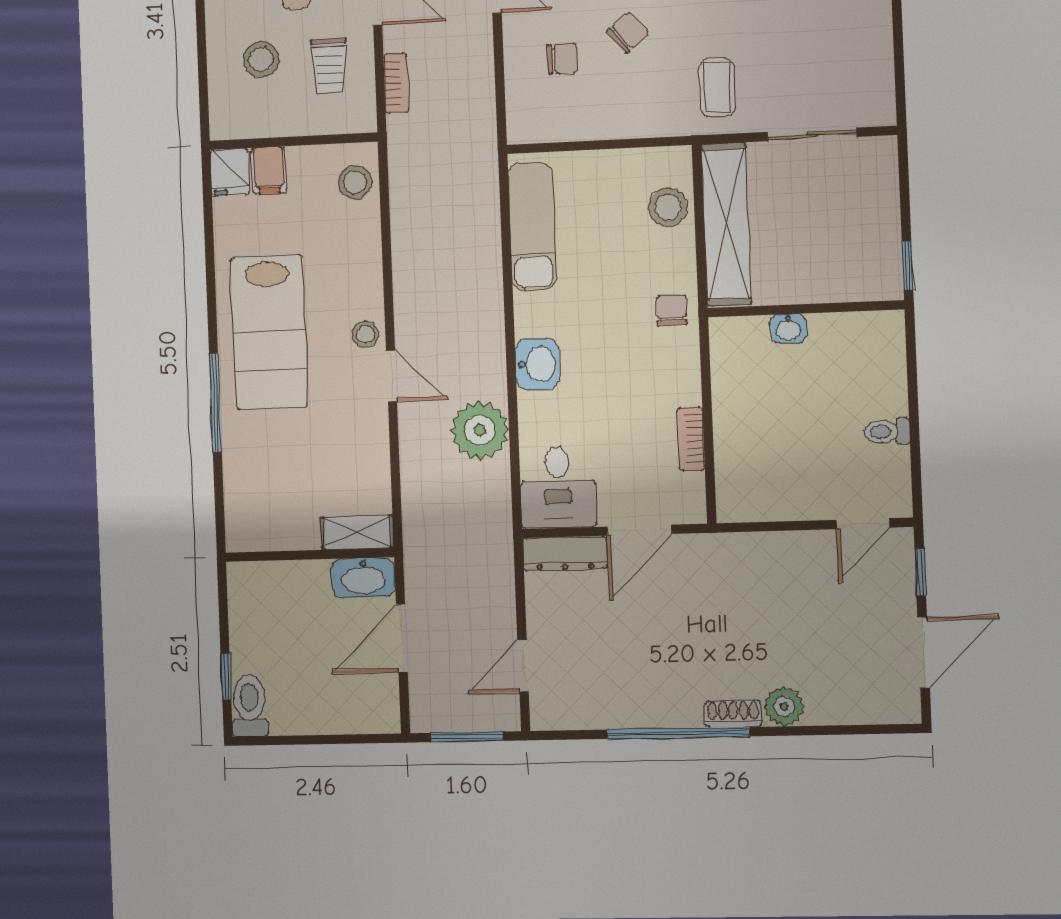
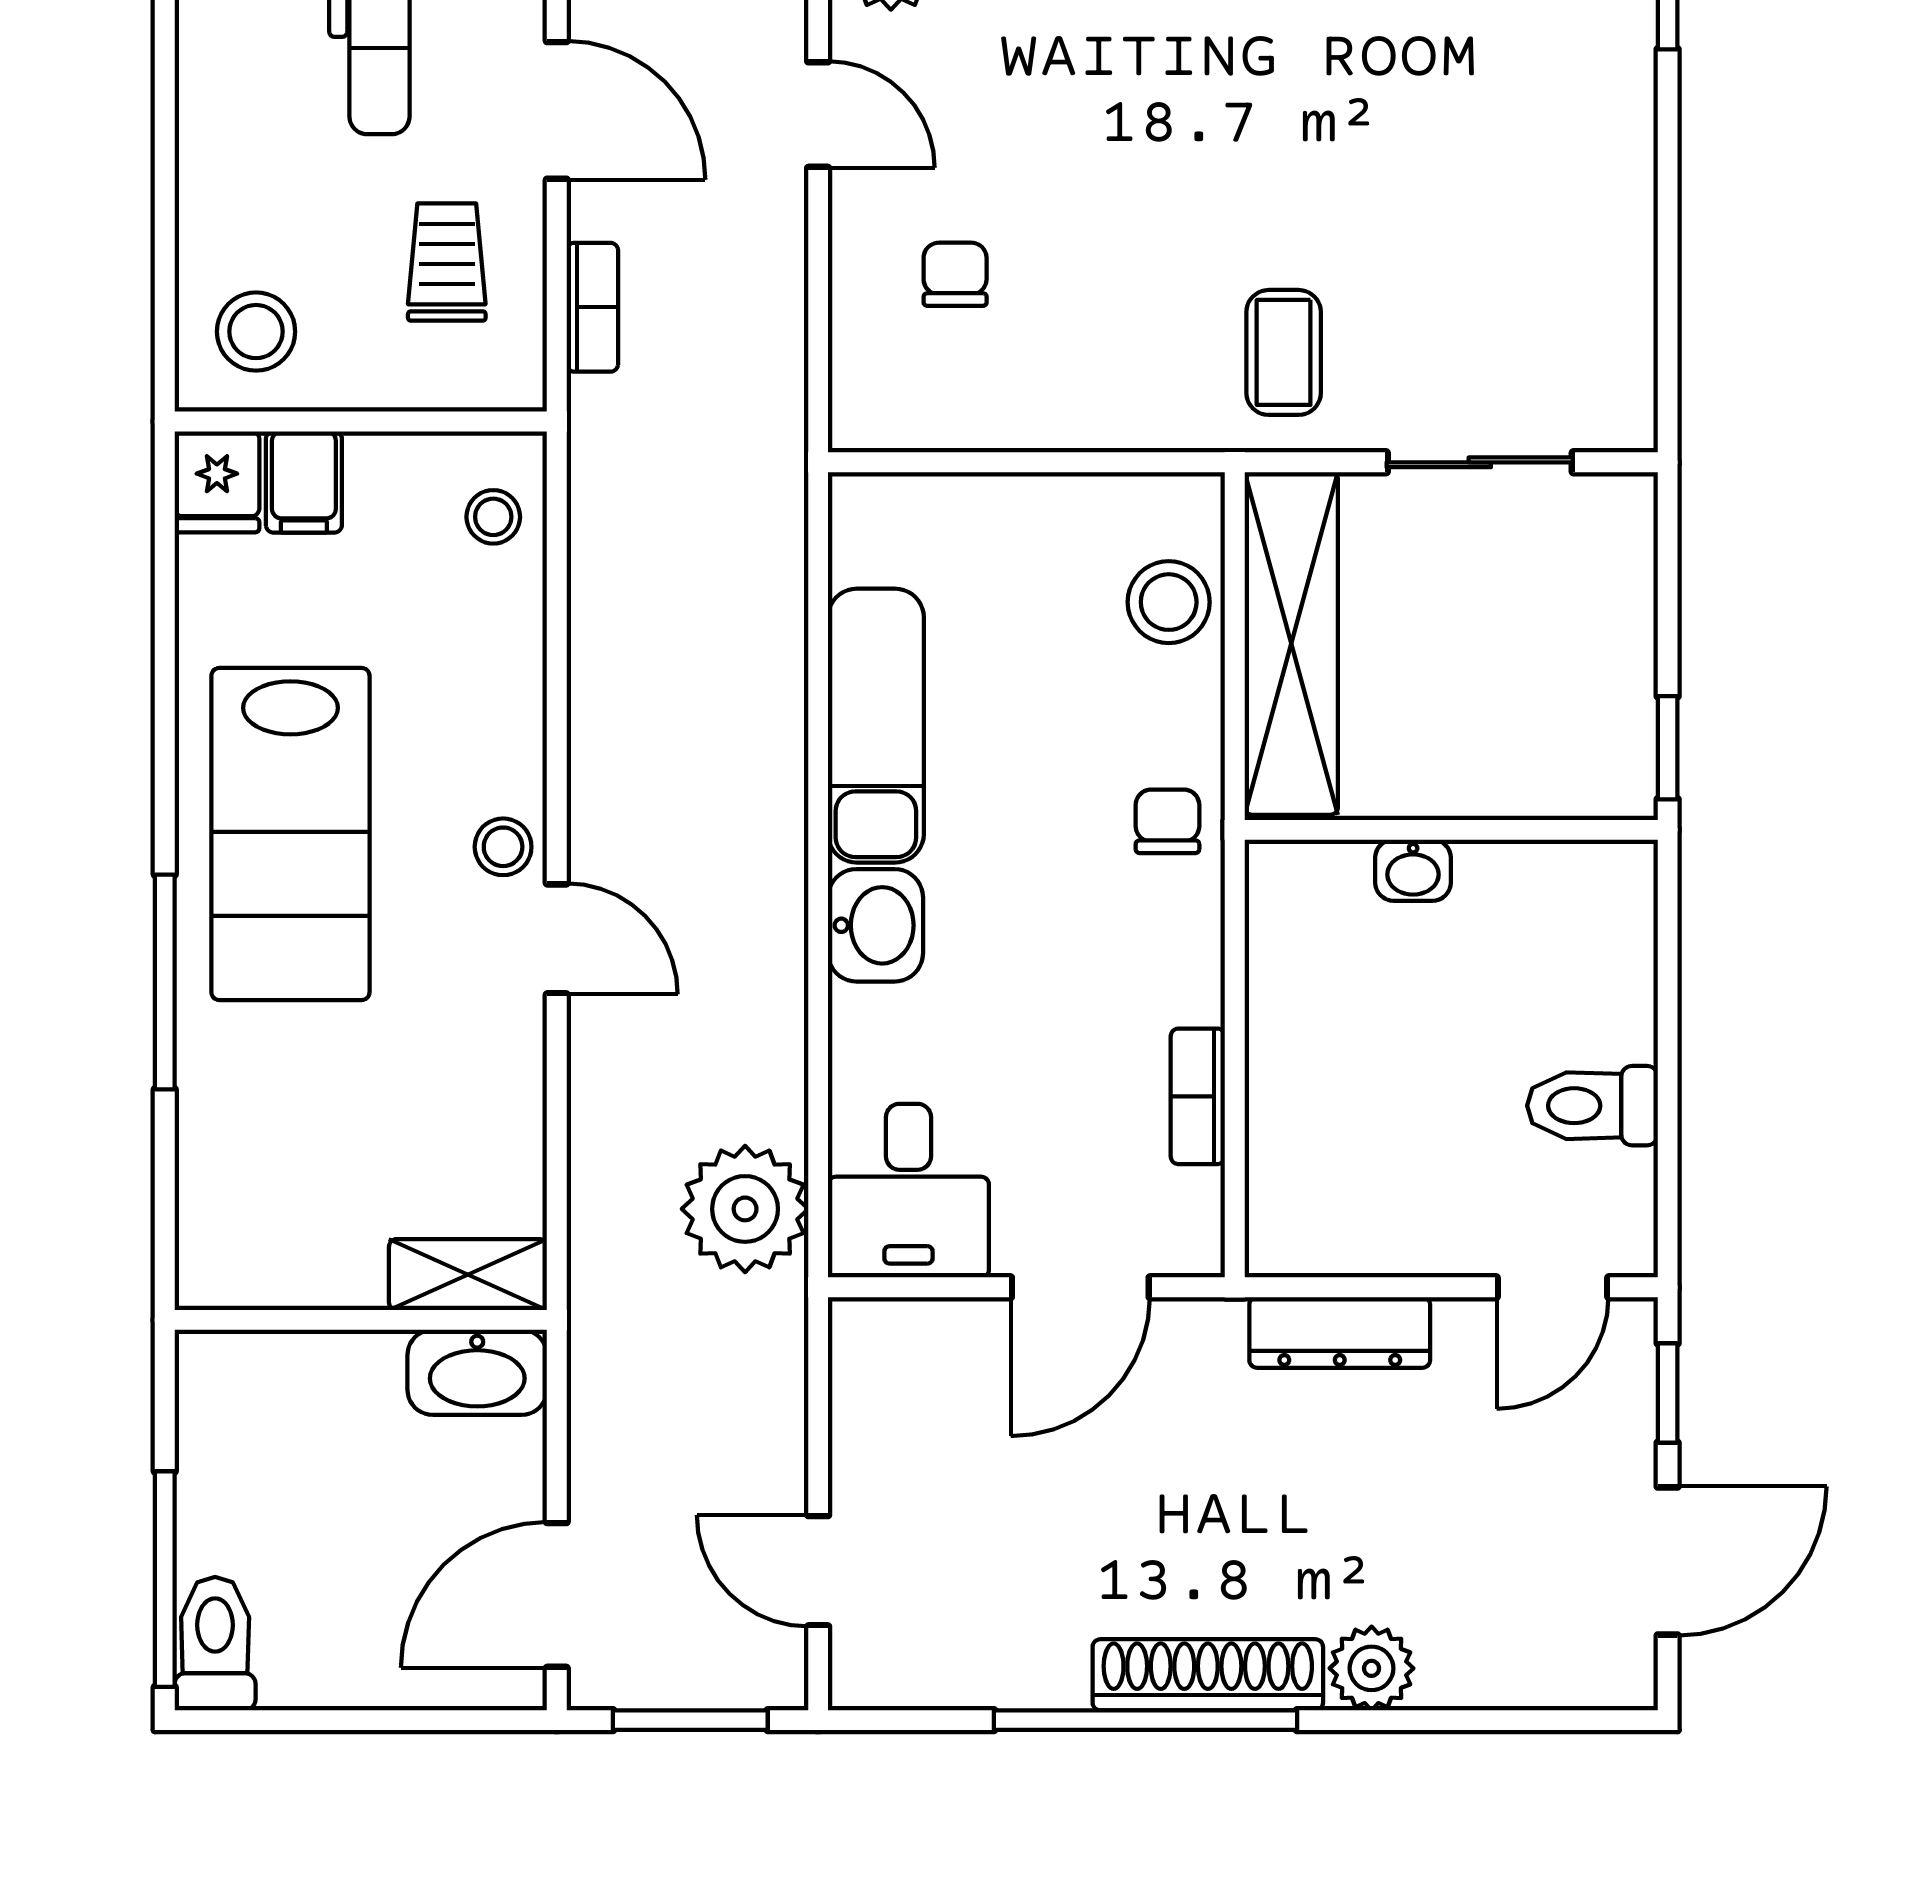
chair: (628, 32) -> (1098, 225), removed
chair: (562, 59) -> (955, 274), turned -90
stool: (261, 60) -> (256, 332), moved
trolley: (329, 66) -> (447, 262), turned 180
stool: (355, 182) -> (493, 517), width x0.73, depth x0.73
exam couch: (532, 226) -> (876, 726), moved
plant: (480, 430) -> (745, 1209), moved
toilet: (887, 431) -> (1592, 1106), width x1.37, depth x1.39
dresser: (565, 554) -> (1340, 1332), moved
door: (402, 638) -> (557, 1595), moved
door: (523, 666) -> (818, 1571), hinge flipped
window: (226, 677) -> (165, 1579), width x2.17
shoe rack: (733, 714) -> (1208, 1675), width x1.94, depth x1.24

